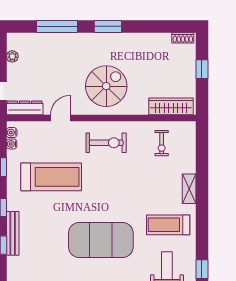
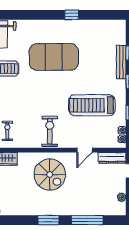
spiral stairs: (106, 86) -> (50, 175), turned -90
exercise bike: (106, 143) -> (50, 131), turned 90

